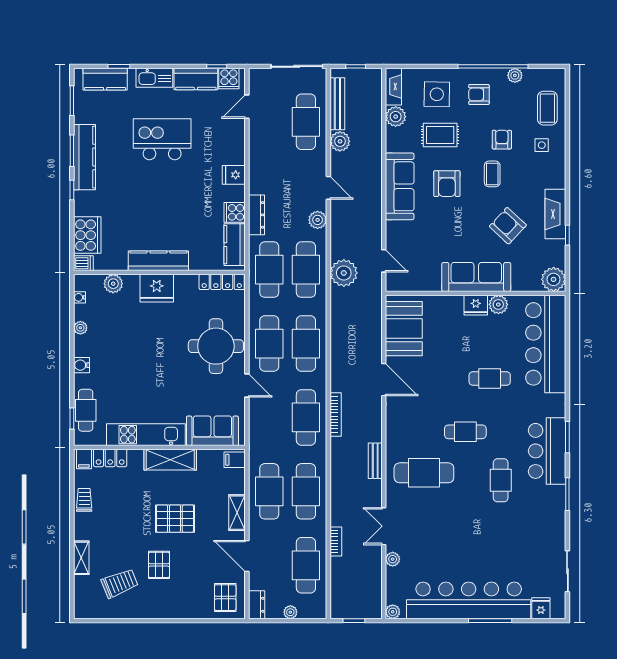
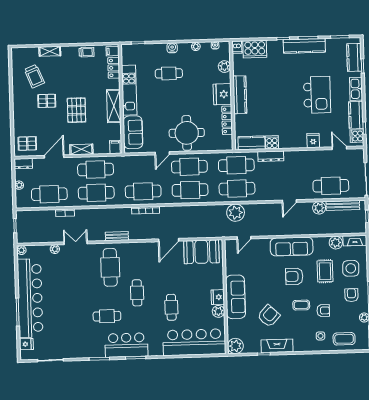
fridge: (234, 175) -> (313, 140), moved
plant: (318, 220) -> (269, 195), removed
locker: (222, 282) -> (227, 120), moved
cafe table: (86, 410) -> (169, 73), moved

